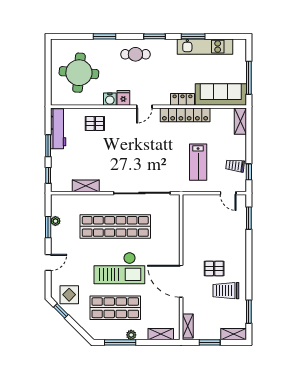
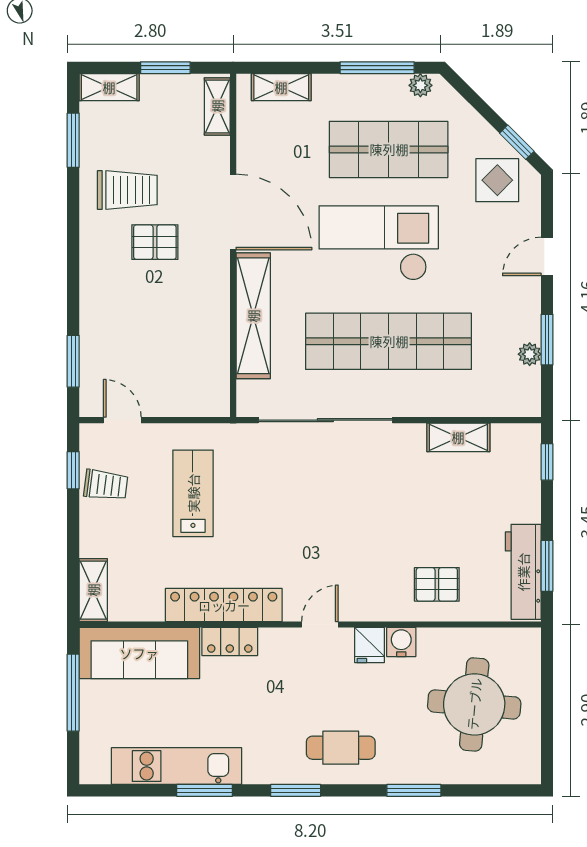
window: (48, 146) -> (547, 566), moved
shelving: (173, 237) -> (253, 316), added
plant: (131, 335) -> (420, 85), moved

